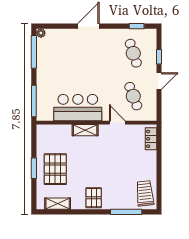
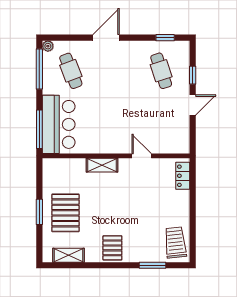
cafe table: (133, 96) -> (71, 71), moved
bar counter: (78, 108) -> (59, 124), moved, turned 90
window: (126, 212) -> (153, 265), width x0.69

